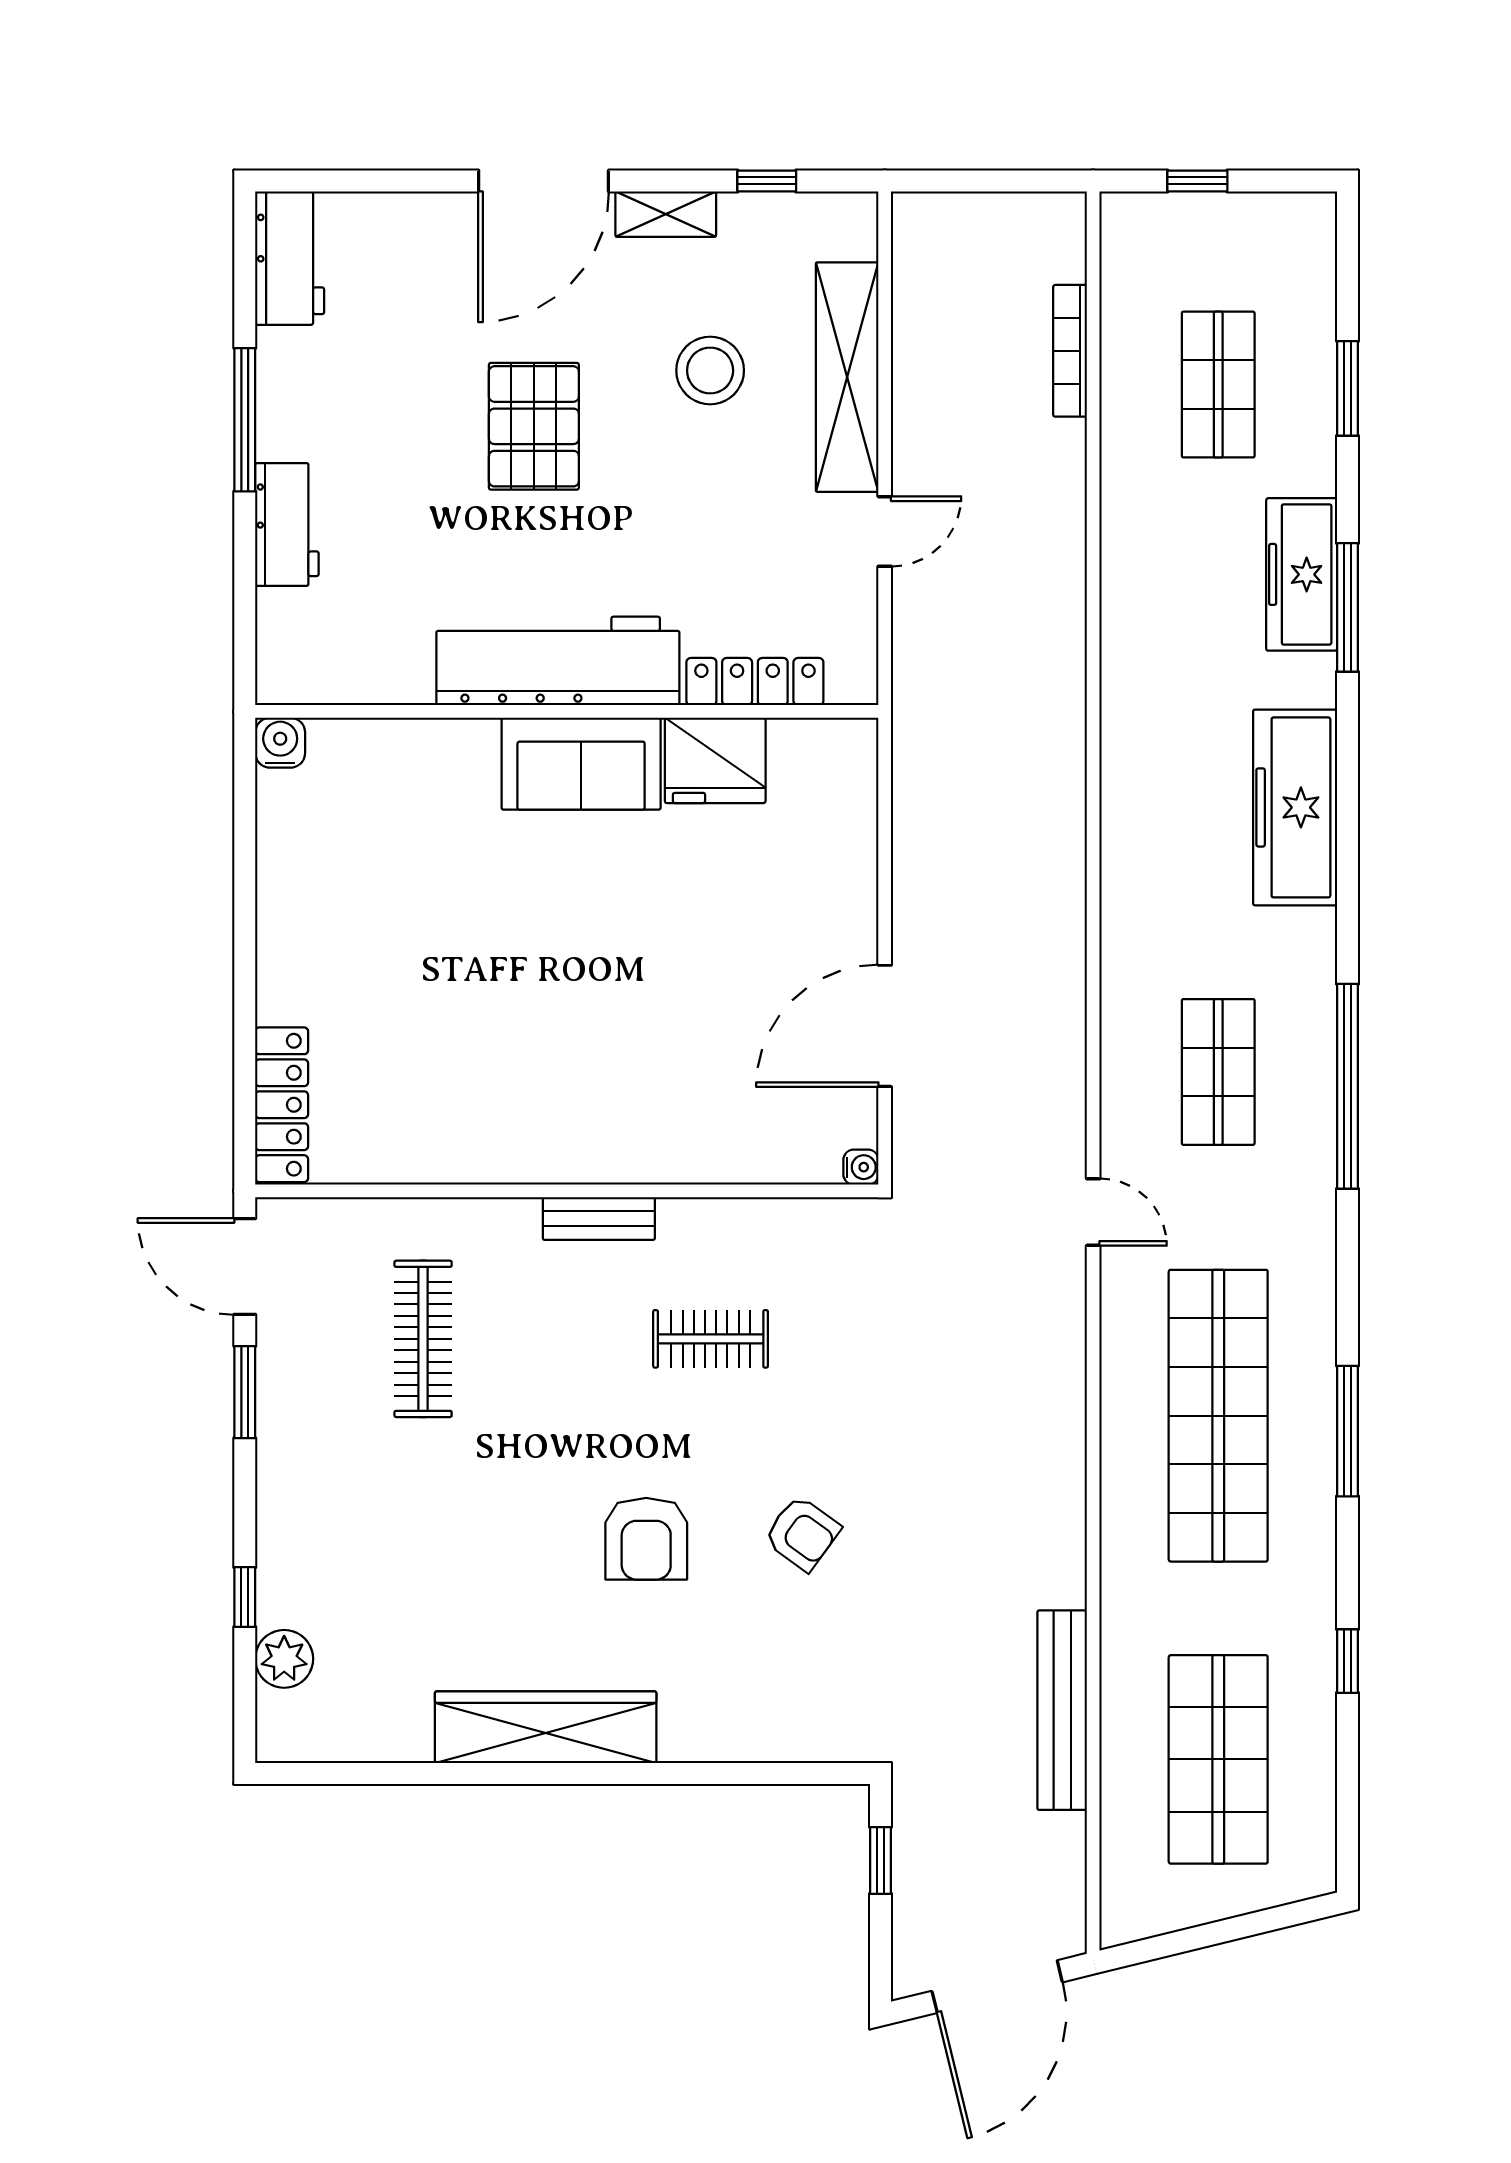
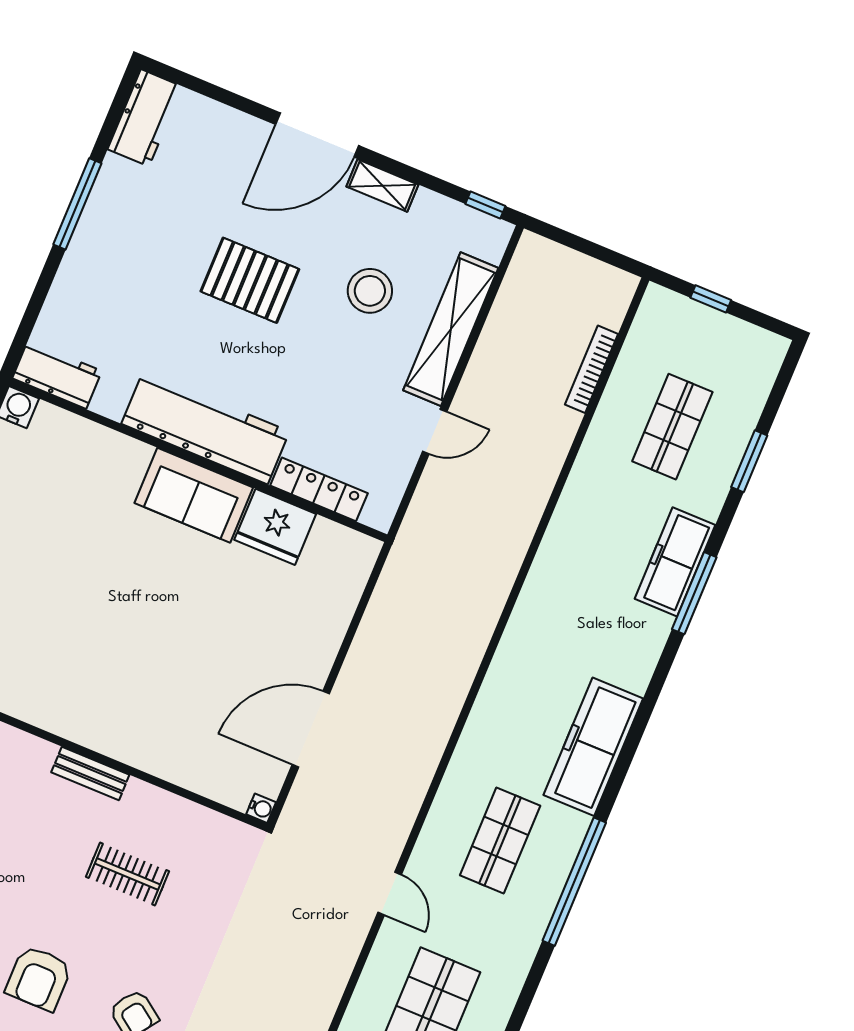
window: (767, 181) -> (485, 205), moved
pallet: (534, 426) -> (250, 280), turned 90
workbench: (287, 524) -> (57, 375), moved, turned -90
freezer: (1295, 807) -> (593, 747), moved

